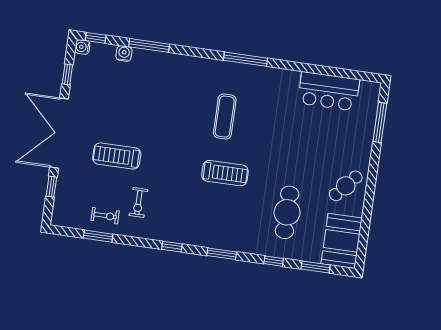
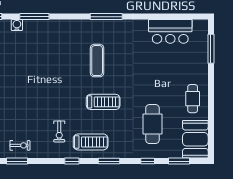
treadmill: (117, 156) -> (91, 142), moved, turned 180
cafe table: (346, 186) -> (193, 99), turned -41
exercise bike: (138, 202) -> (59, 131), moved

